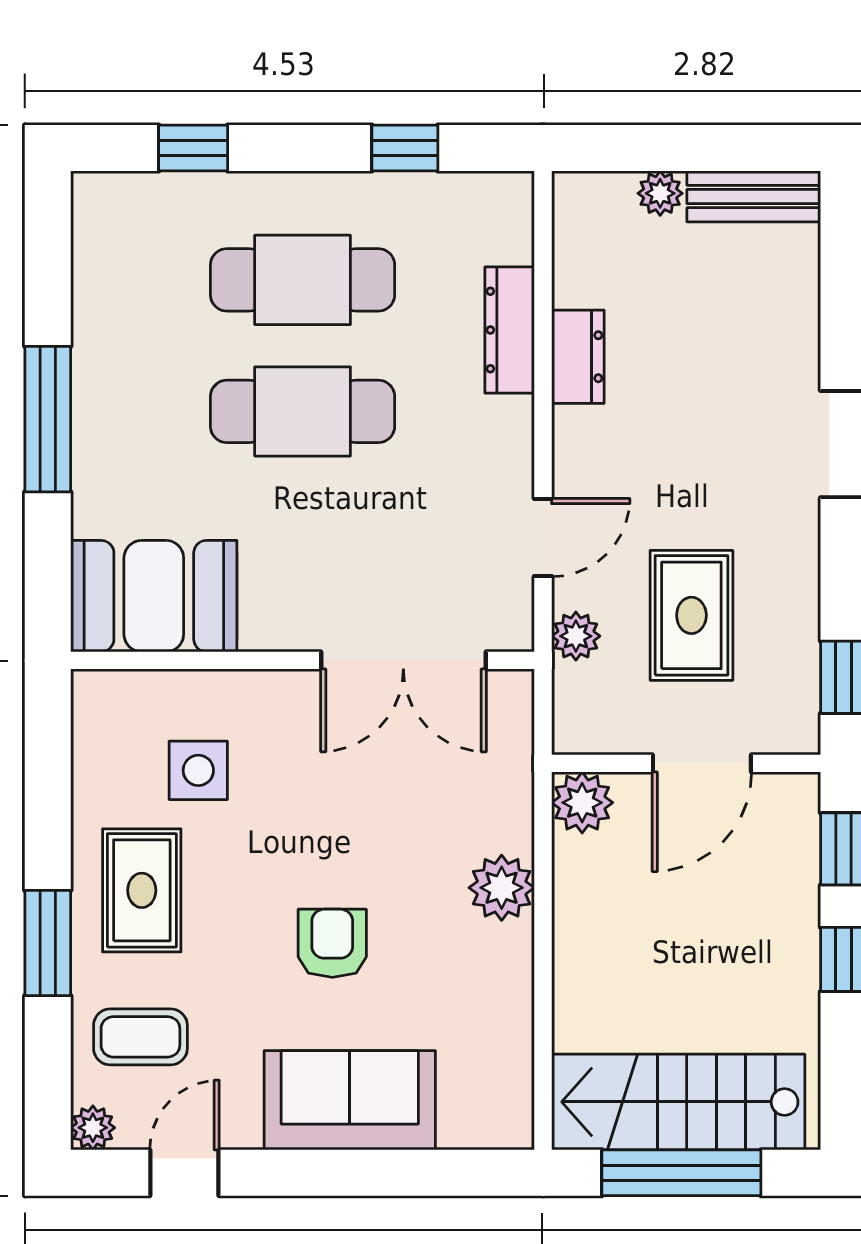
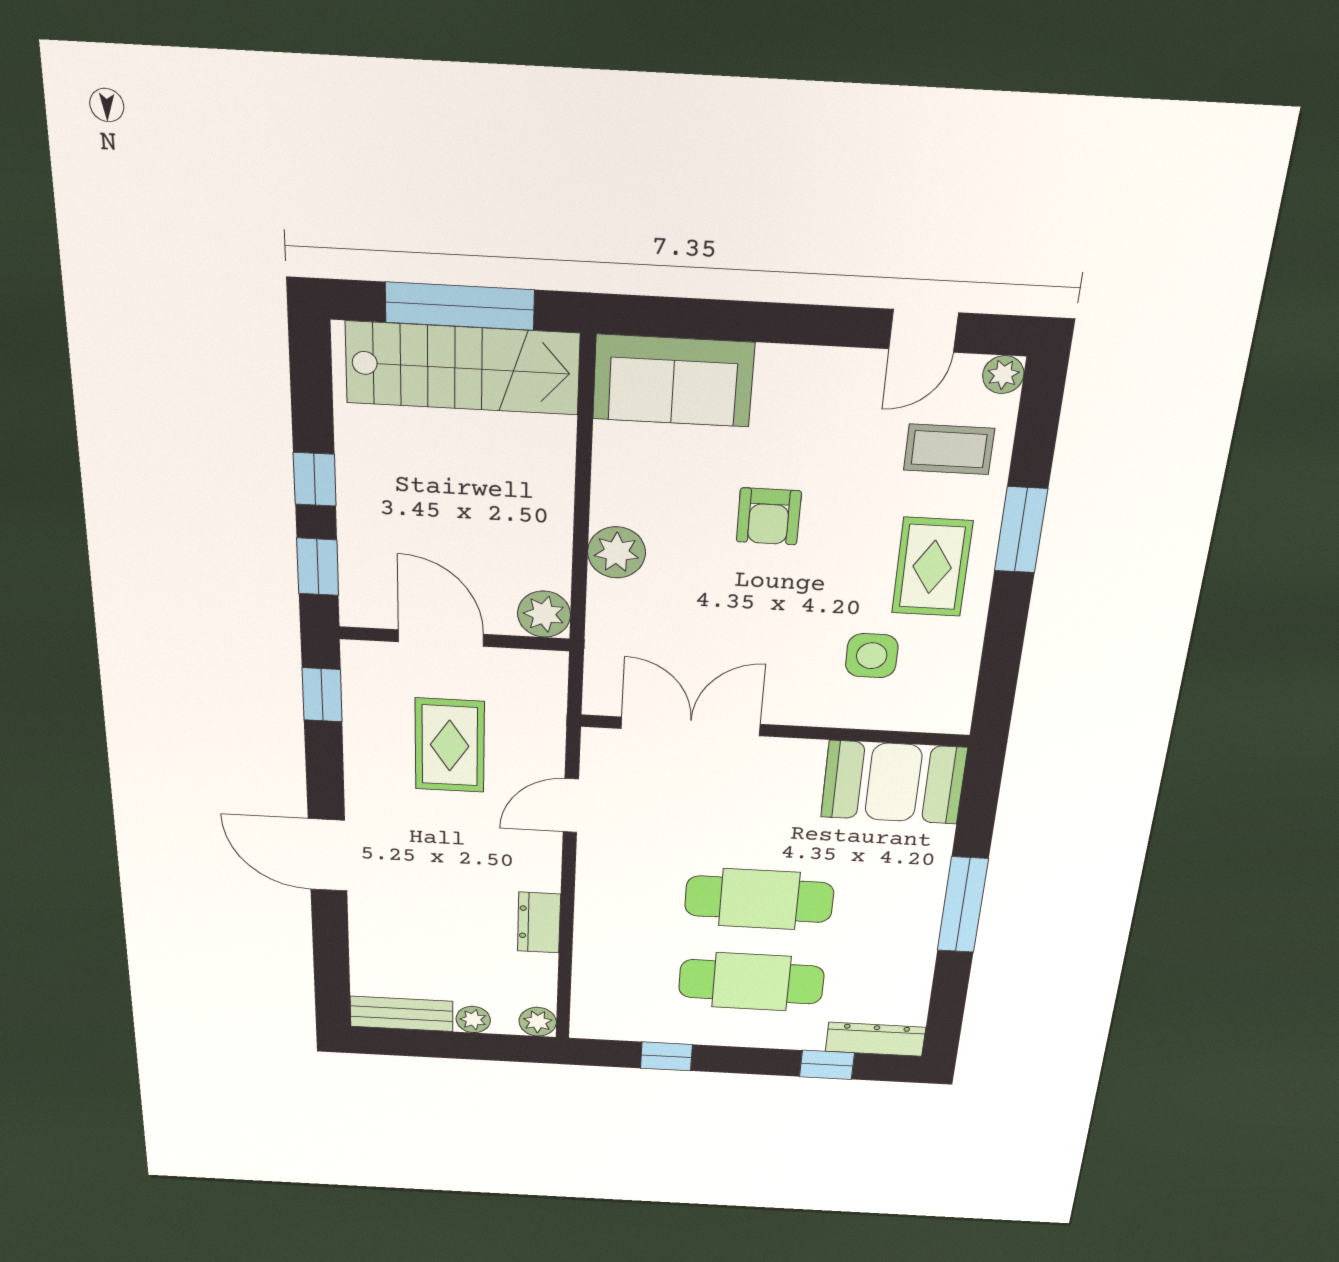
dresser: (510, 330) -> (875, 1039), moved, turned -90
plant: (576, 636) -> (538, 1022), moved
door: (702, 763) -> (441, 638), hinge flipped
sofa: (350, 1100) -> (673, 381), moved

